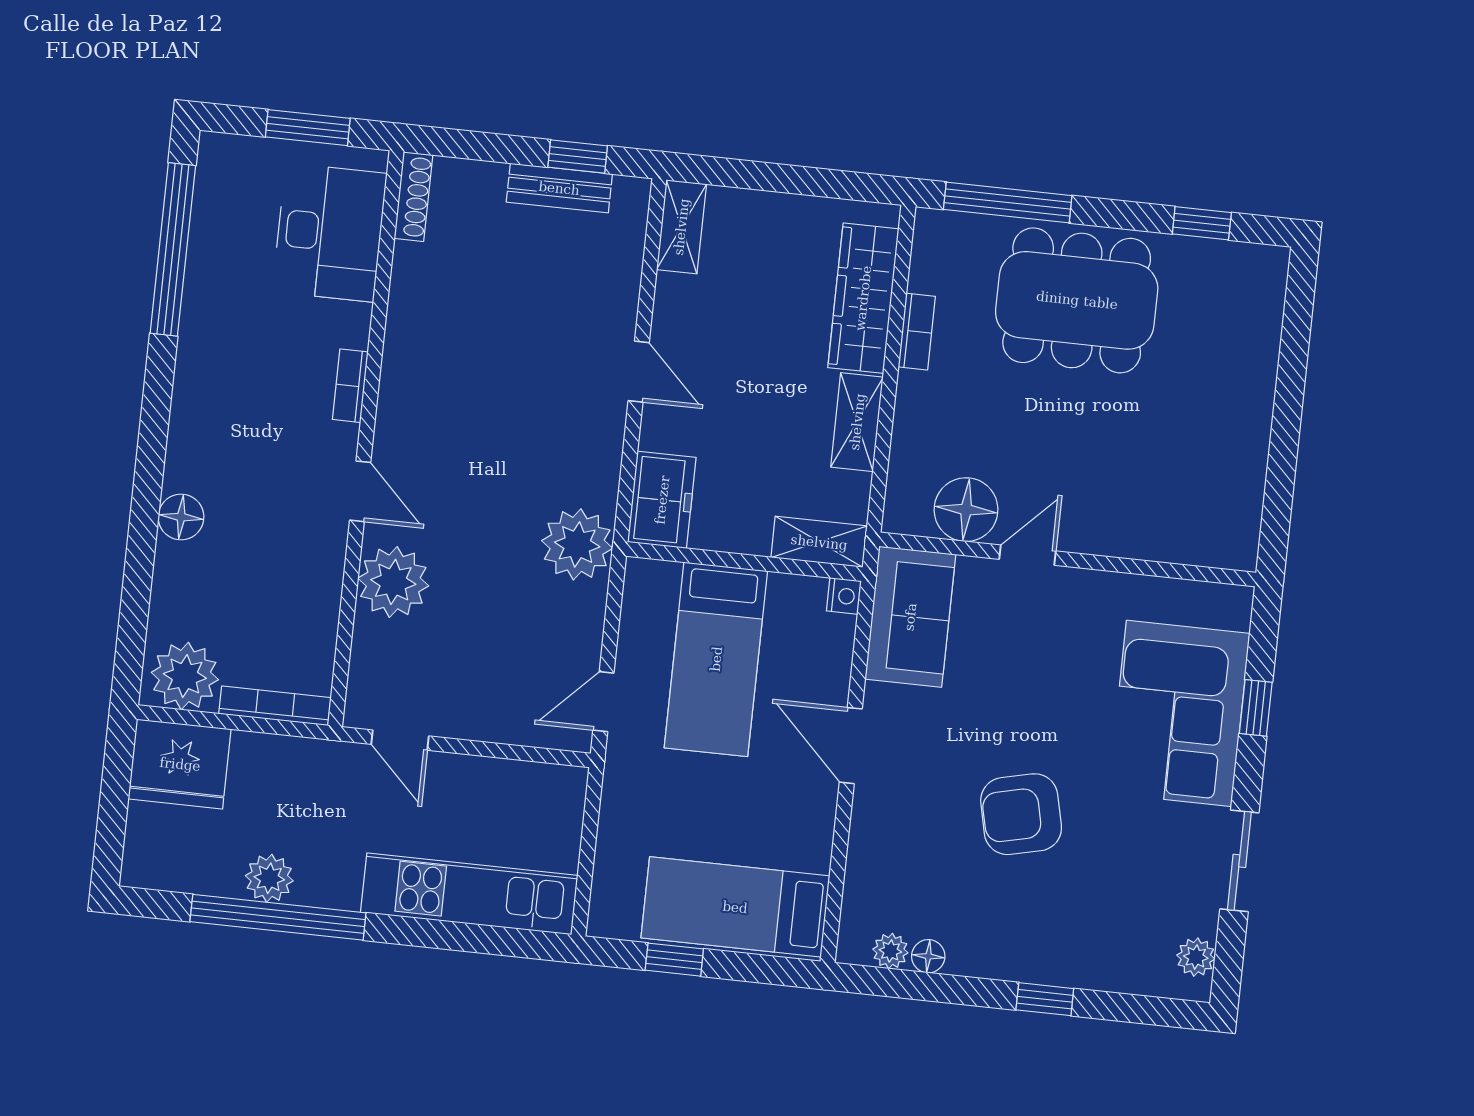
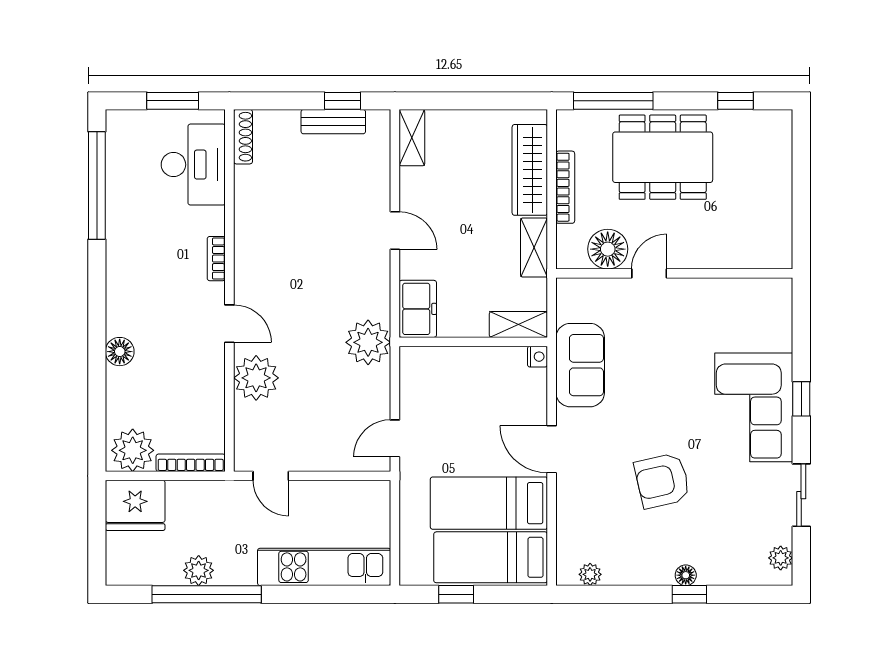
bookcase: (917, 332) -> (565, 187), width x1.56
floor lamp: (966, 510) -> (608, 249), moved
door: (1028, 555) -> (649, 273), moved
wall: (1068, 559) -> (674, 273), moved
bed: (716, 659) -> (489, 503), moved, turned 90
floor lamp: (928, 956) -> (686, 575), moved

